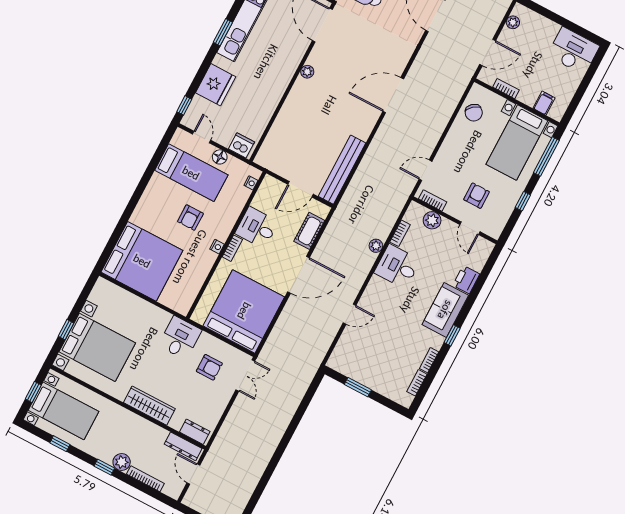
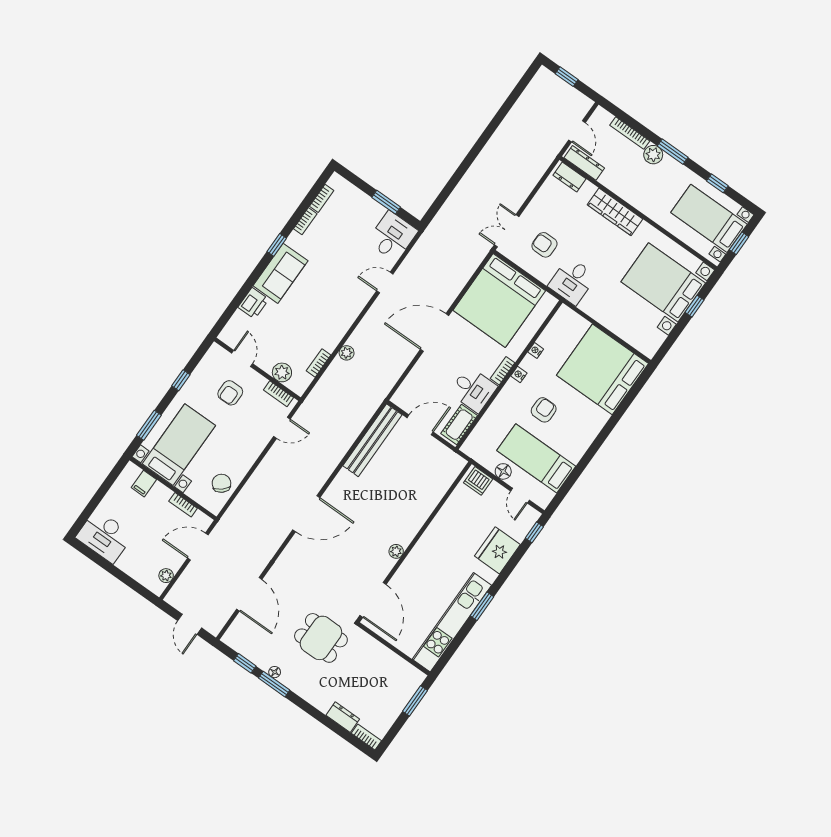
window: (546, 156) -> (149, 425), width x0.69
nightstand: (251, 183) -> (536, 350), moved
cot: (309, 231) -> (459, 425), moved
desk: (397, 266) -> (393, 236), moved, turned -90
window: (104, 467) -> (673, 152), width x1.50

